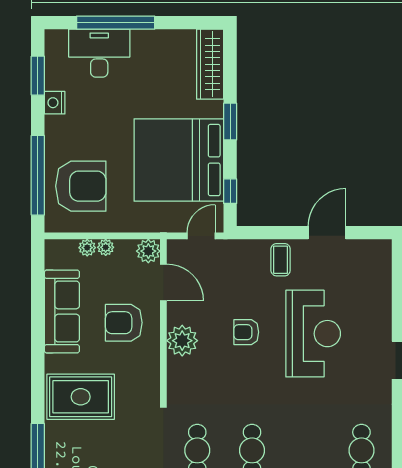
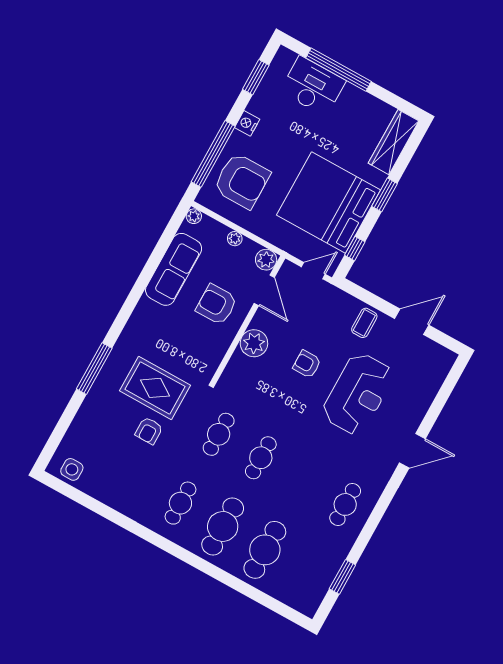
nightstand: (55, 103) -> (247, 123), moved
plant: (87, 248) -> (194, 216), moved
rug: (81, 397) -> (155, 388), moved

